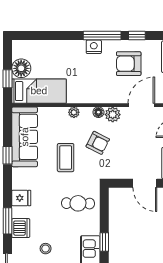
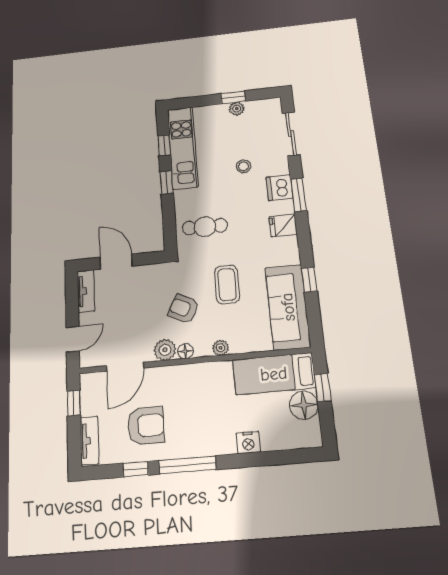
nightstand: (94, 47) -> (248, 443), moved

